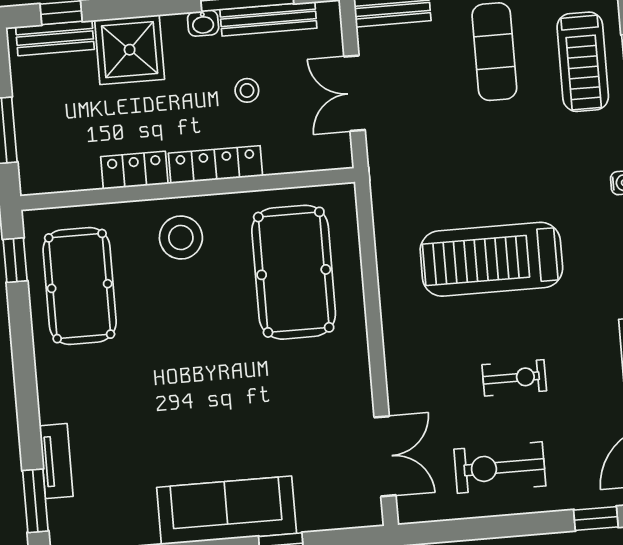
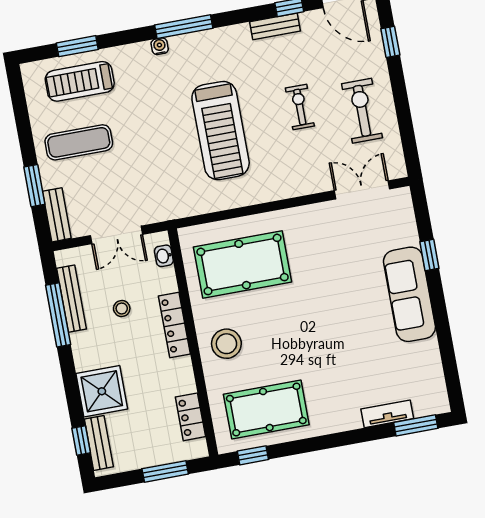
washbasin: (203, 23) -> (164, 256), moved, turned 180
treadmill: (583, 62) -> (80, 81), turned 180
locker: (134, 170) -> (190, 417), moved
exercise bike: (500, 468) -> (362, 111), turned 180

